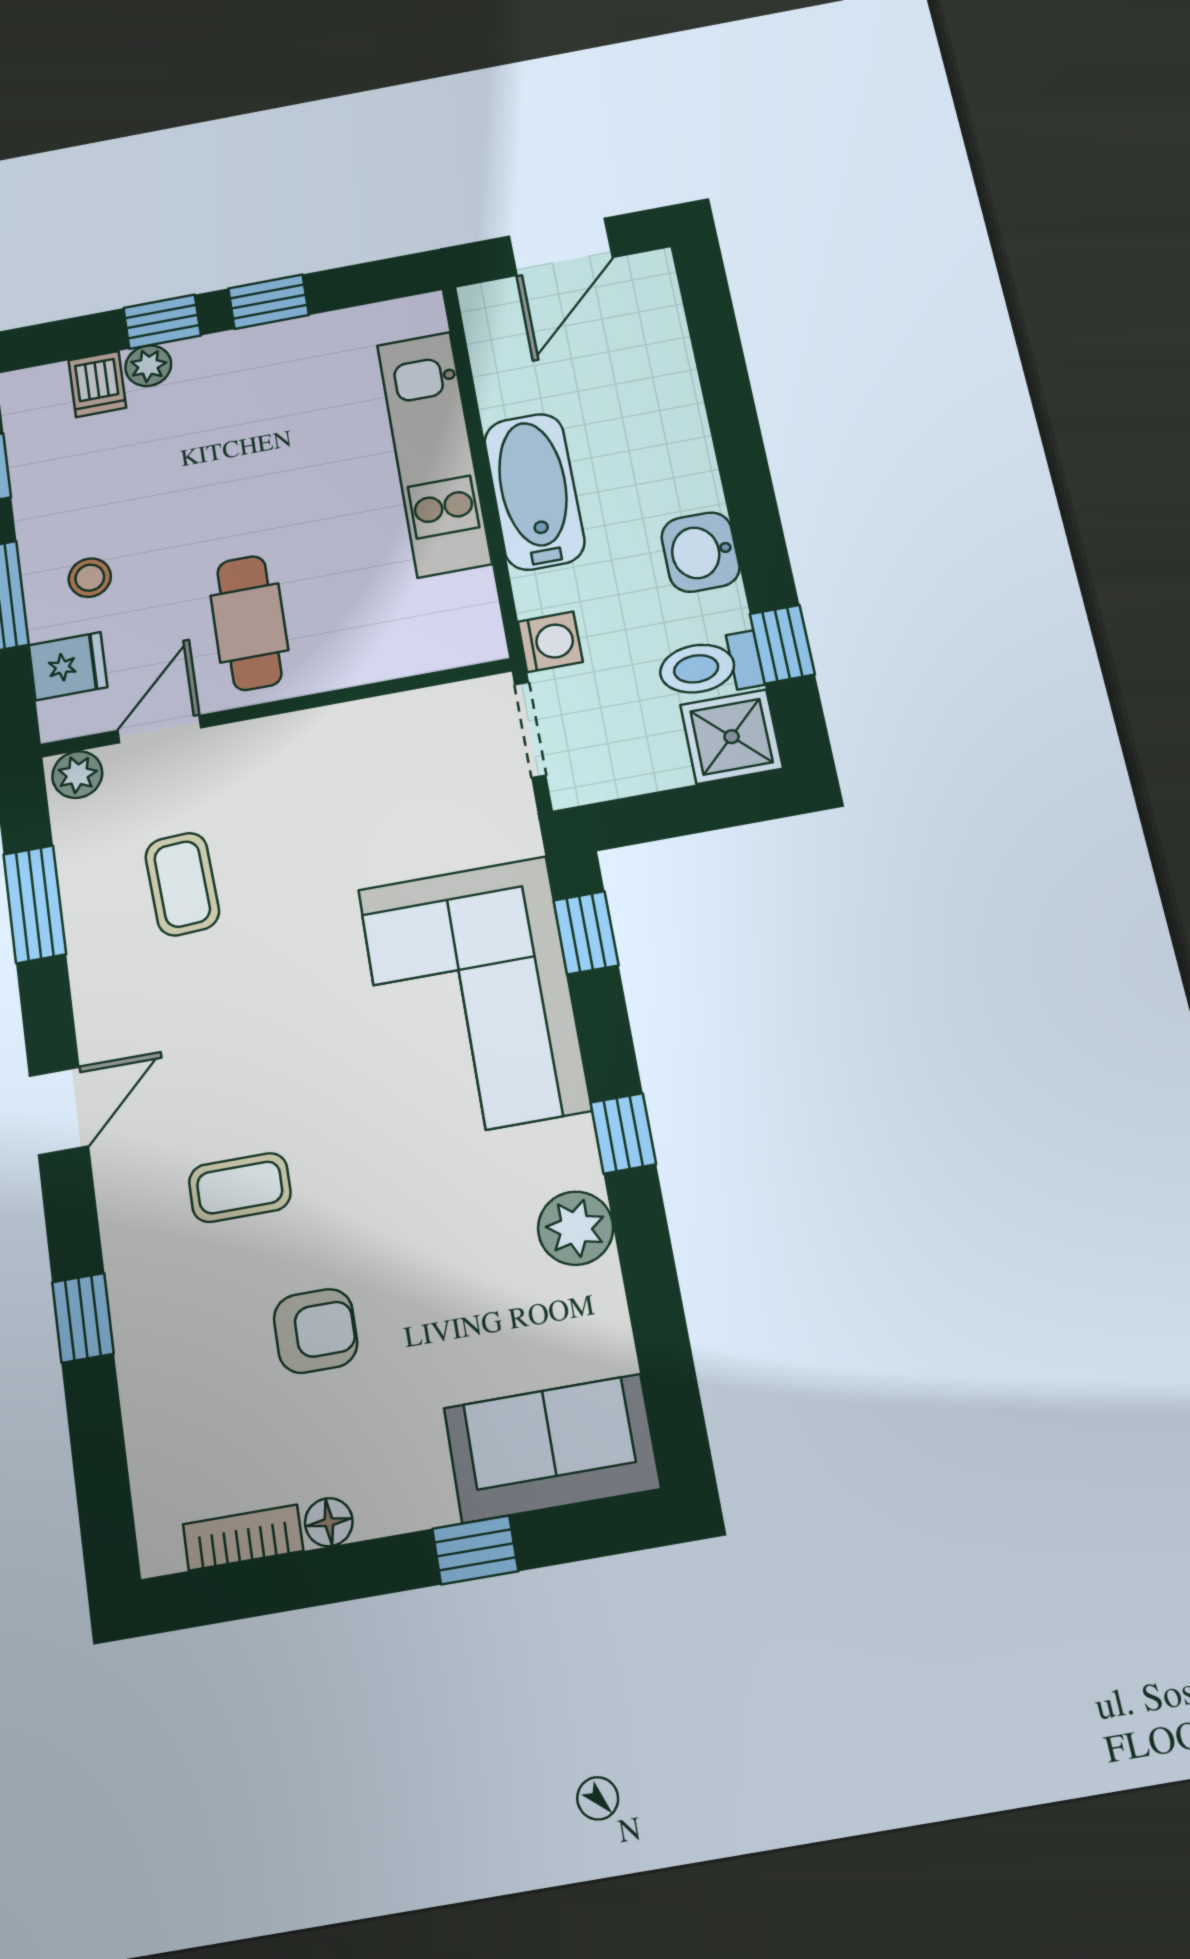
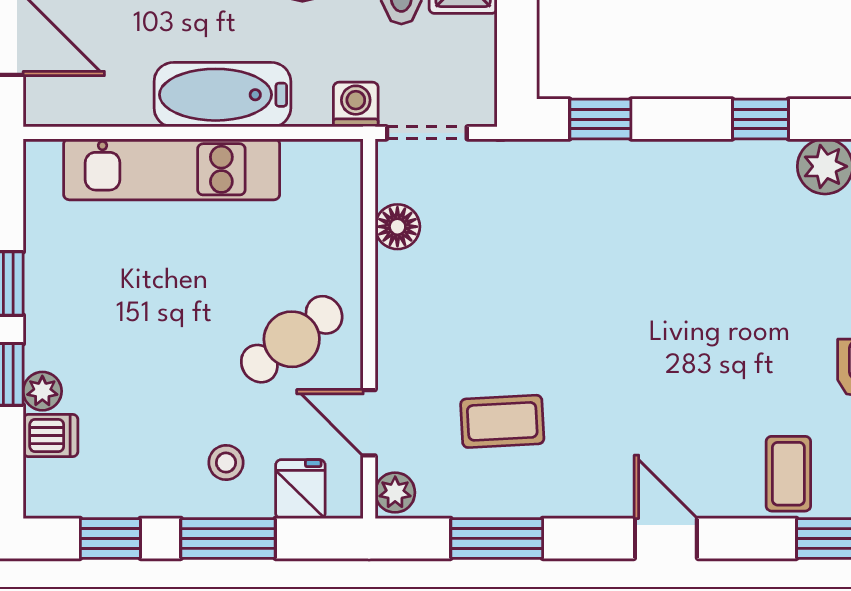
cafe table: (249, 623) -> (292, 339), turned -37
floor lamp: (407, 717) -> (397, 227), added
corner sofa: (473, 999) -> (636, 212), removed
coffee table: (240, 1188) -> (788, 474), moved

